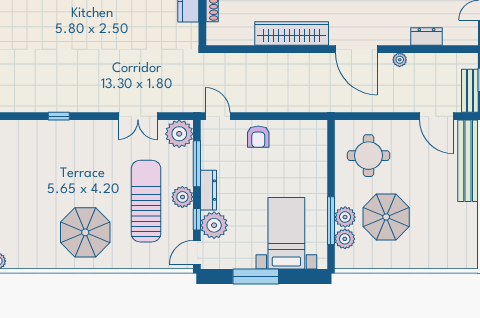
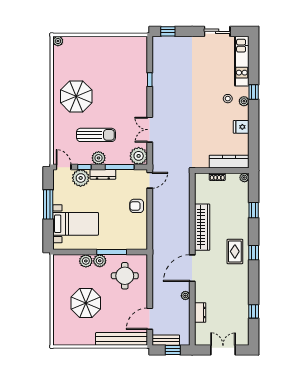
sun lounger: (146, 201) -> (96, 135), width x0.73, depth x0.75
parasol: (386, 217) -> (86, 303), moved
window: (331, 221) -> (112, 252), moved
plant: (345, 239) -> (100, 261), moved

